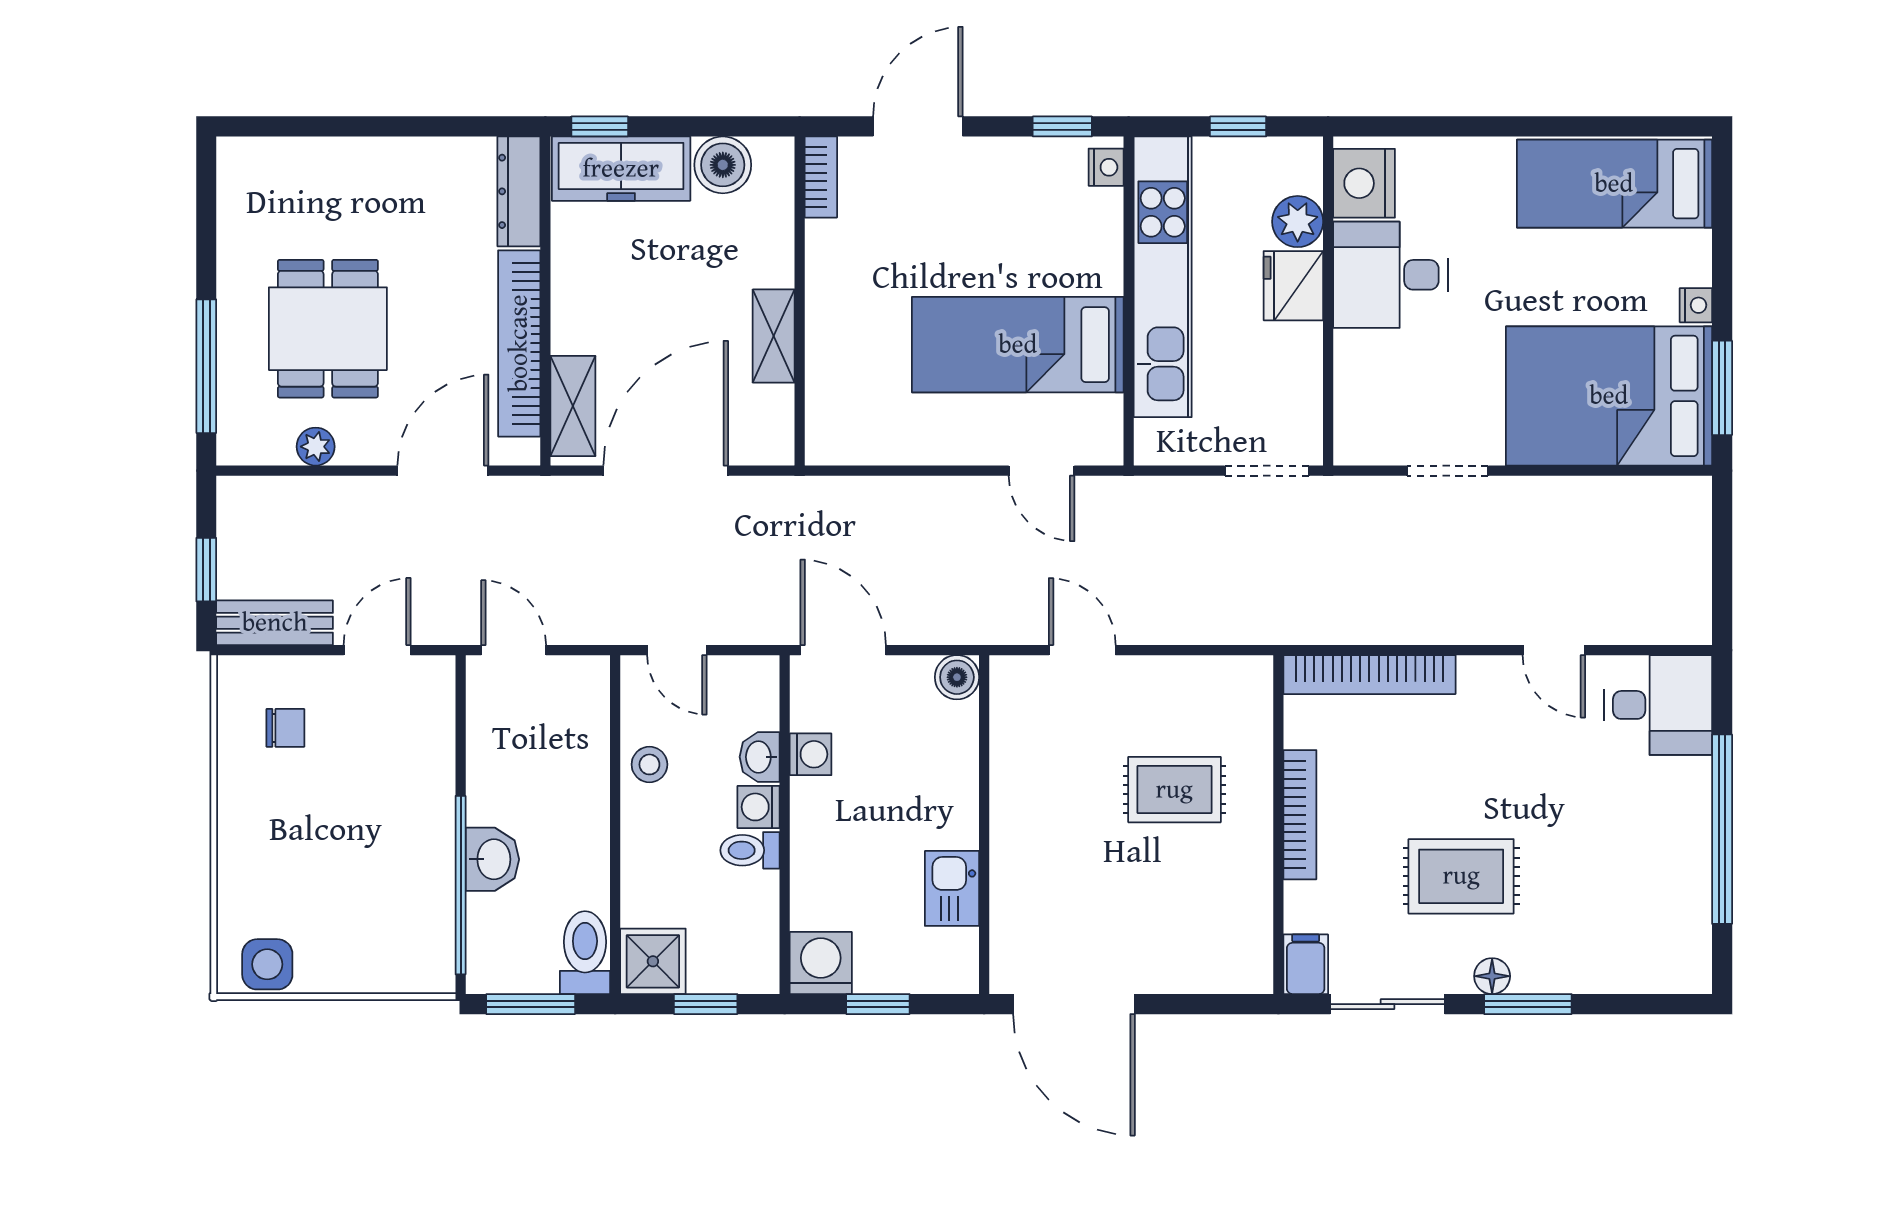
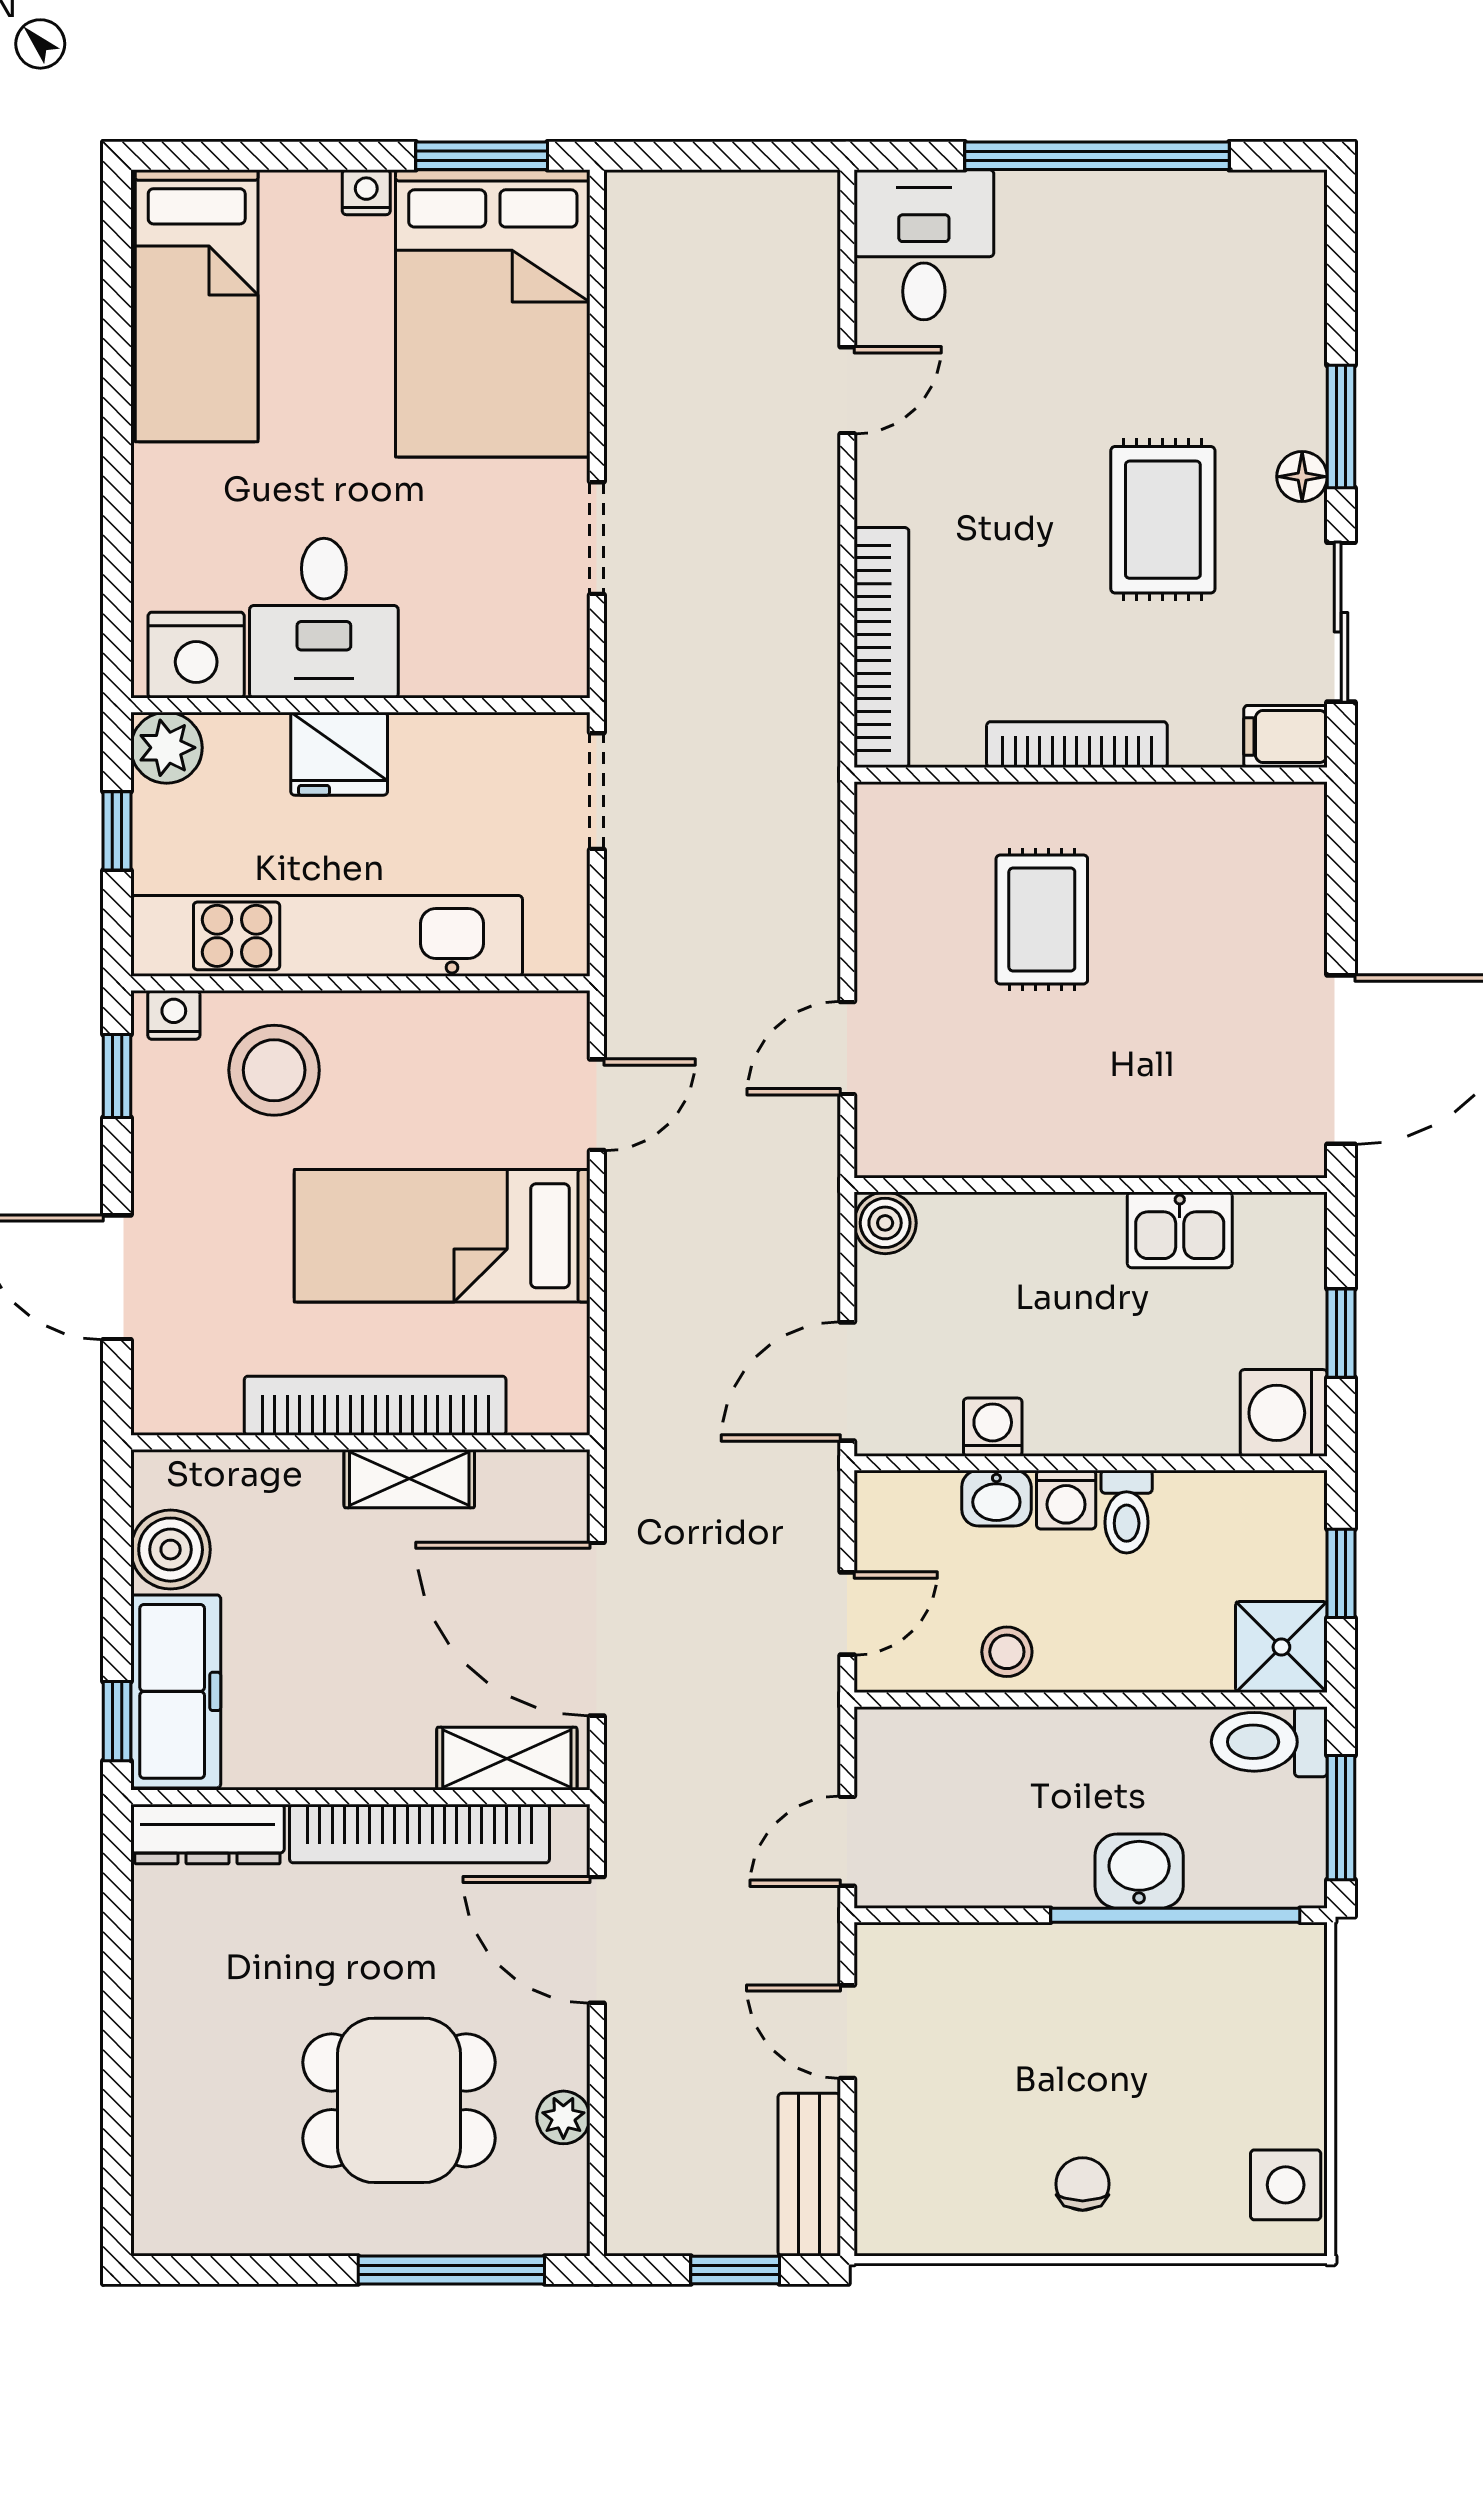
bookcase: (821, 177) -> (375, 1406), moved, width x2.31, depth x1.31
plant: (1298, 222) -> (167, 748), moved
stool: (1066, 239) -> (274, 1070), added
bed: (1018, 345) -> (442, 1236), moved, turned 90
chair: (285, 728) -> (1083, 2184), moved

